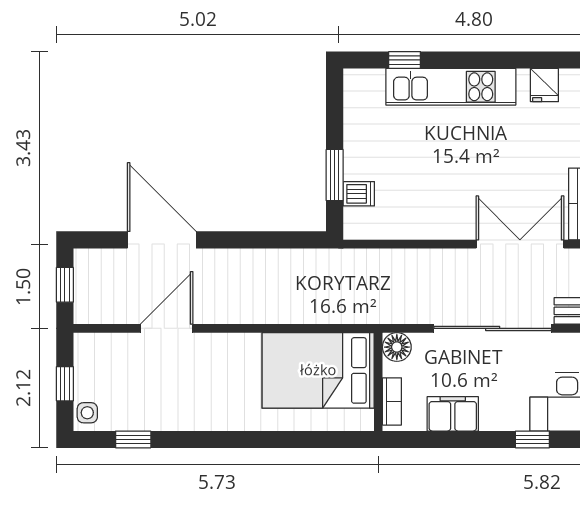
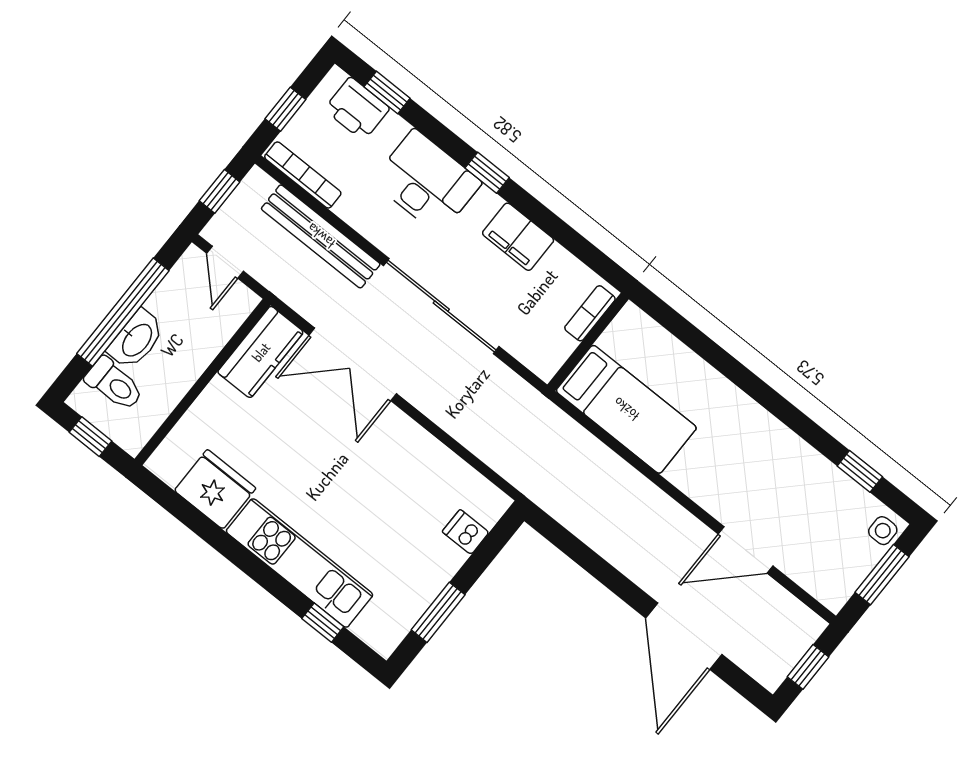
fridge: (544, 85) -> (215, 489), width x1.88, depth x1.34
window: (335, 175) -> (438, 612), moved
floor lamp: (397, 347) -> (545, 360), removed
bed: (318, 370) -> (626, 409), width x0.67
window: (65, 384) -> (882, 575), width x1.50
filing cabinet: (453, 414) -> (518, 237), moved

